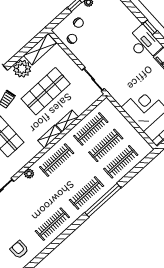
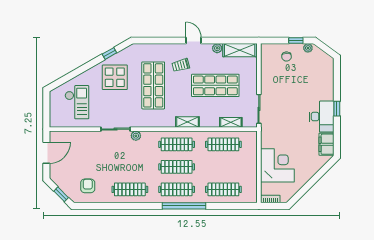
chair: (72, 39) -> (271, 64), removed
plant: (22, 69) -> (217, 48), width x0.53, depth x0.53
shelving: (67, 121) -> (231, 122), moved
clothes rail: (106, 145) -> (177, 167), moved
plant: (29, 174) -> (136, 136), moved

